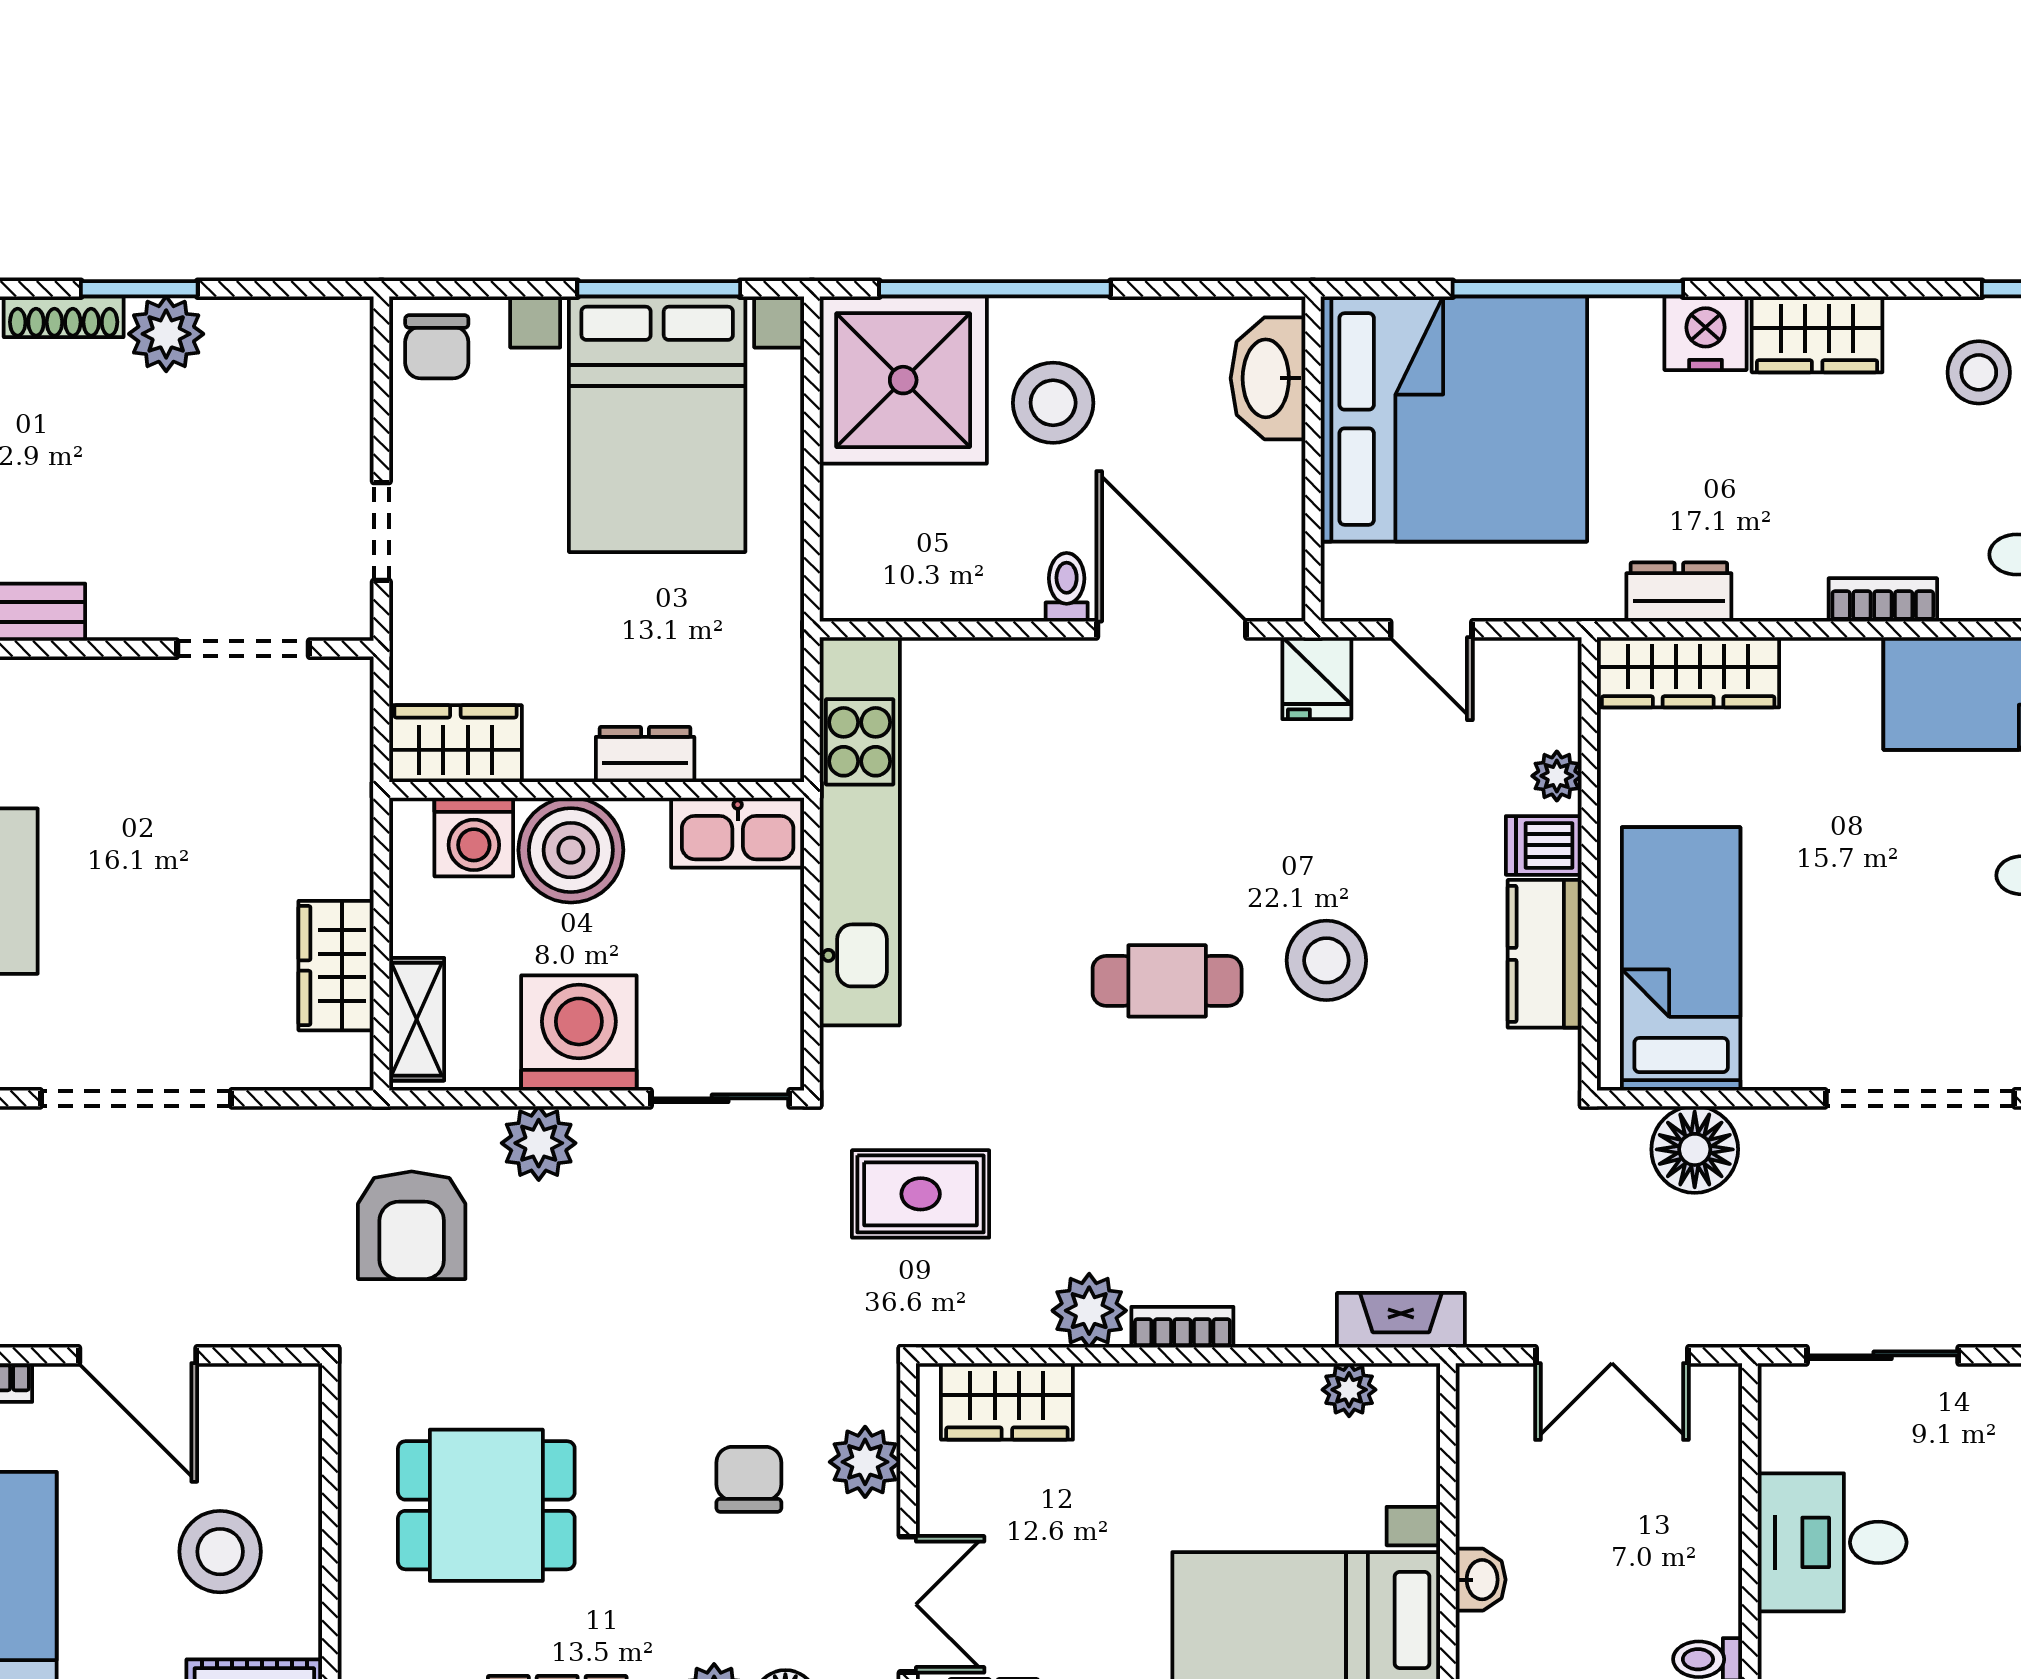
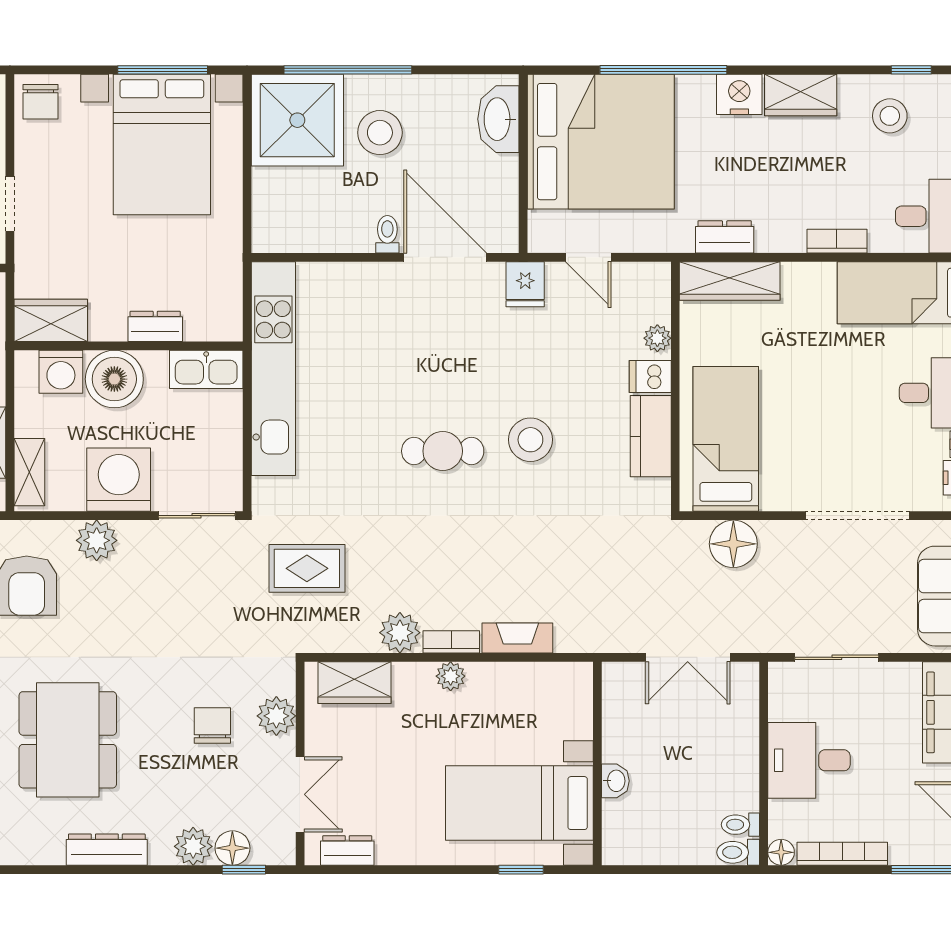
fireplace: (1401, 1320) -> (517, 638), moved
plant: (1349, 1390) -> (451, 676), moved
dining table: (486, 1505) -> (68, 740), width x1.38

